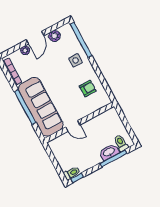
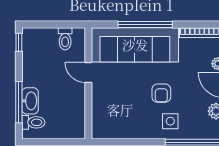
armchair: (88, 88) -> (161, 93), moved
door: (73, 126) -> (88, 72), hinge flipped
toilet: (72, 173) -> (65, 39), moved

